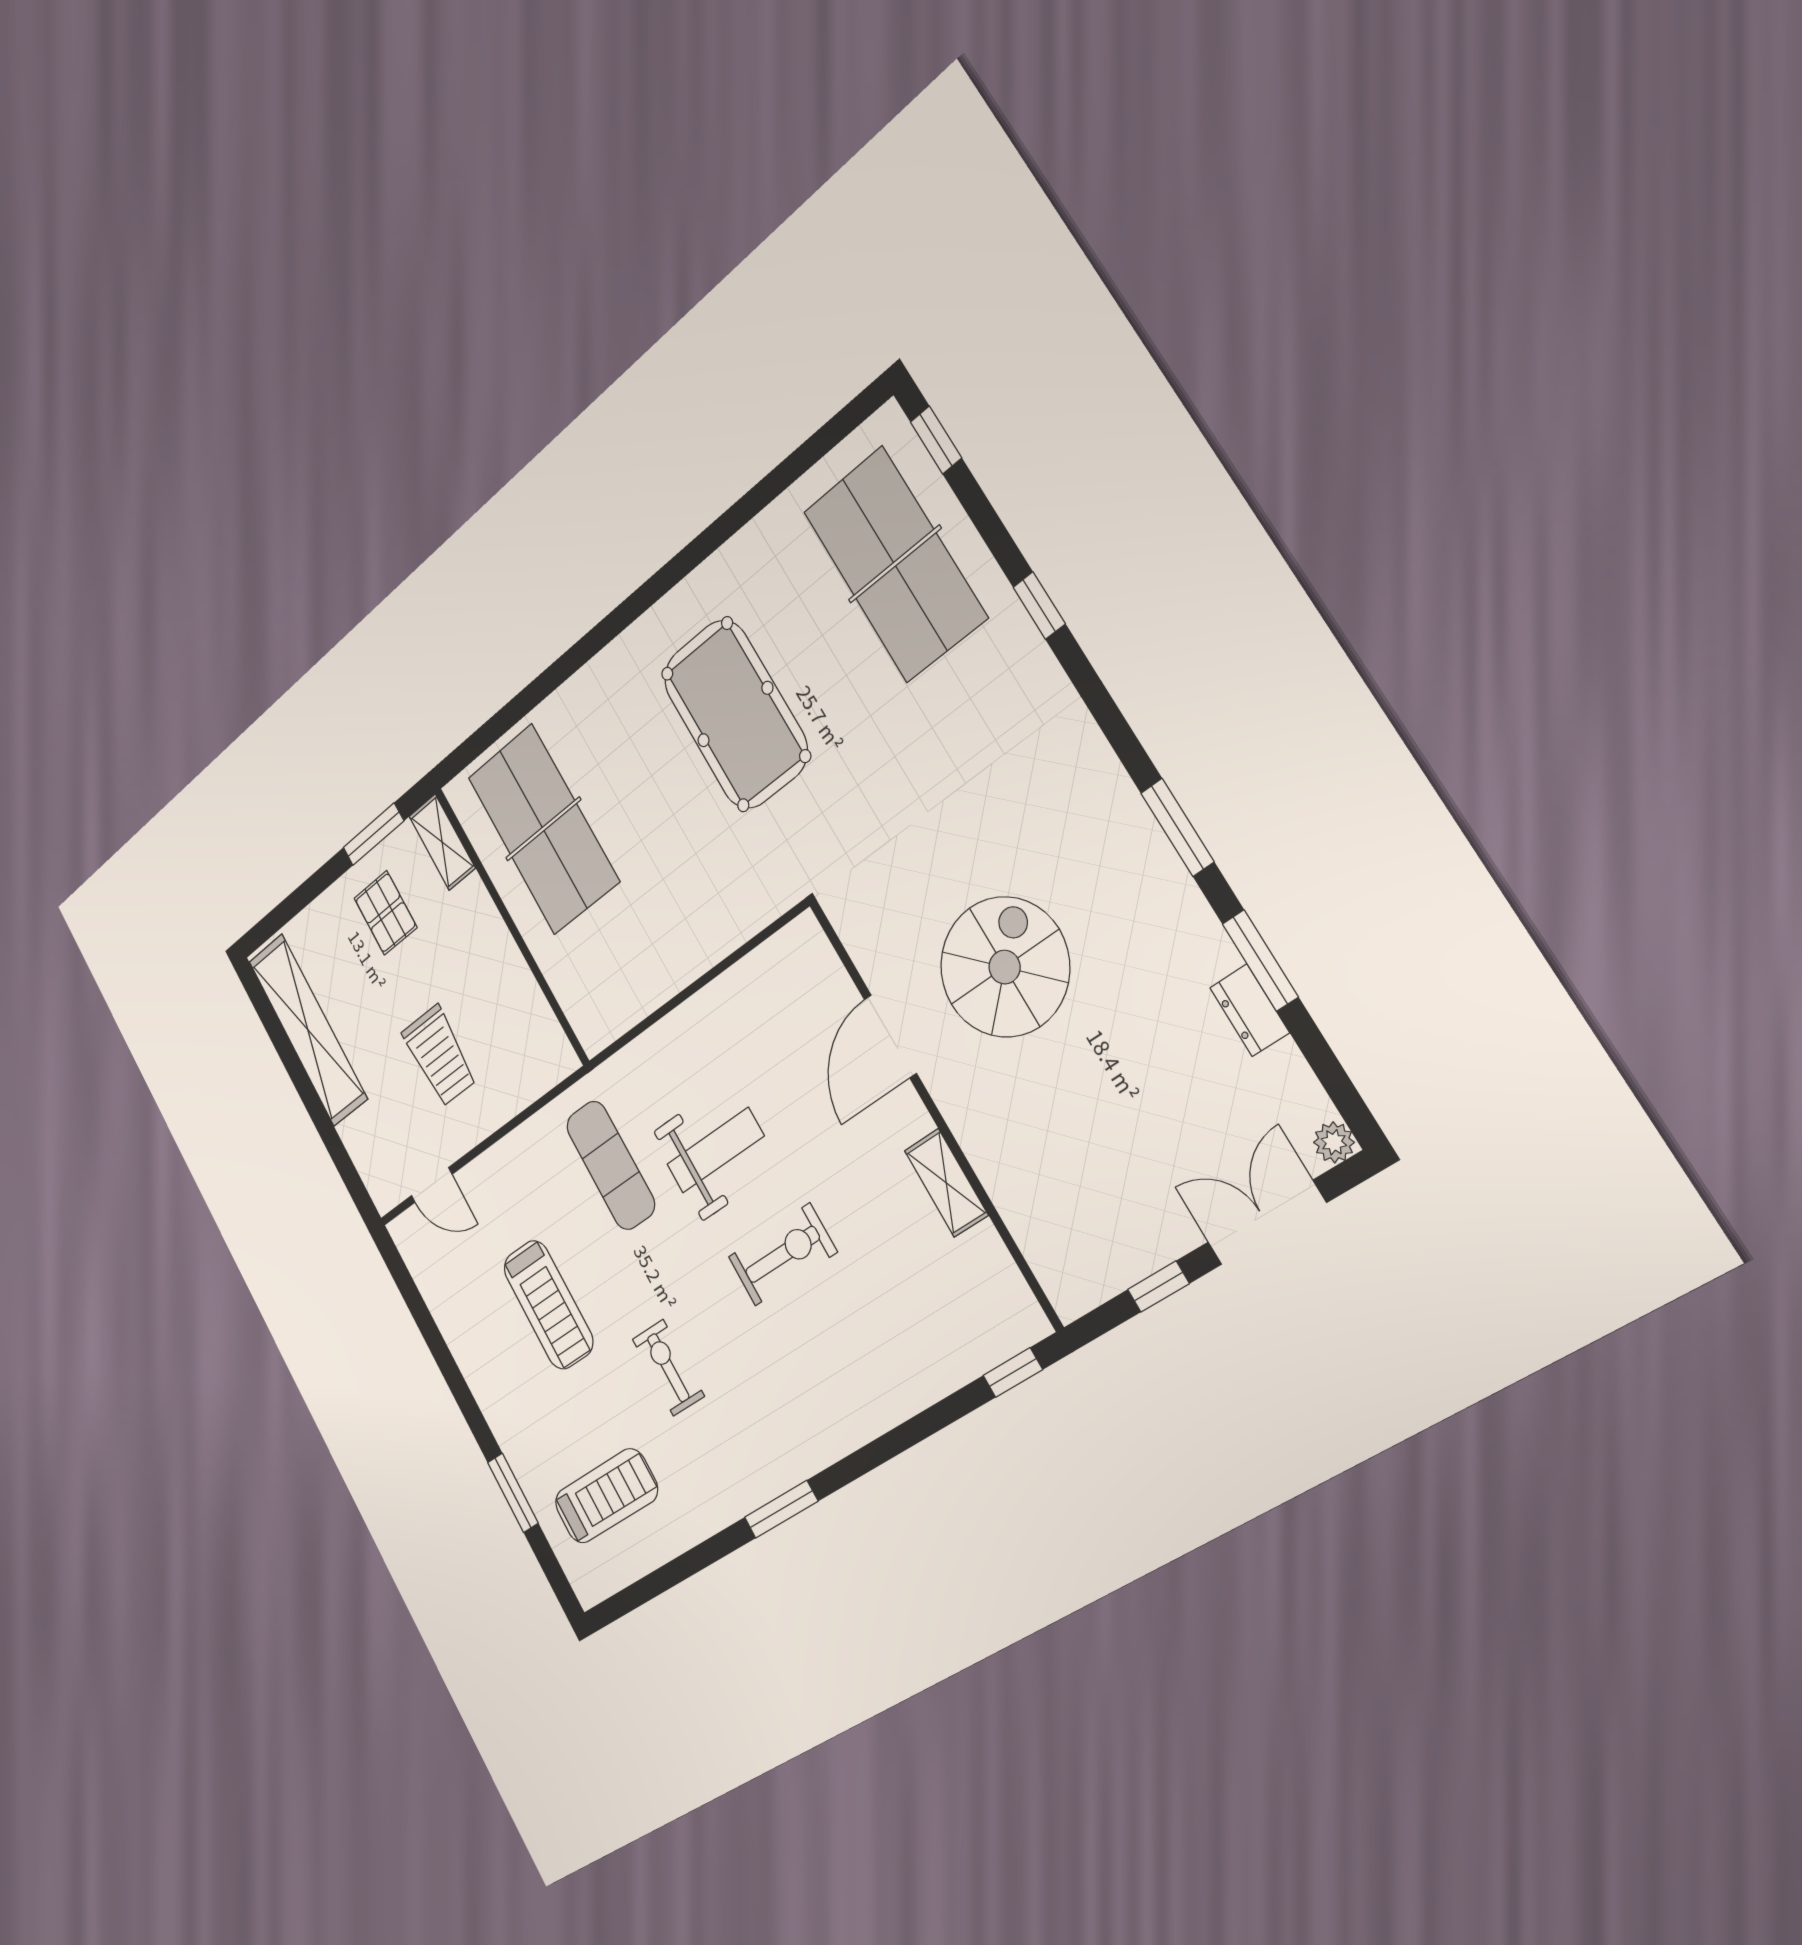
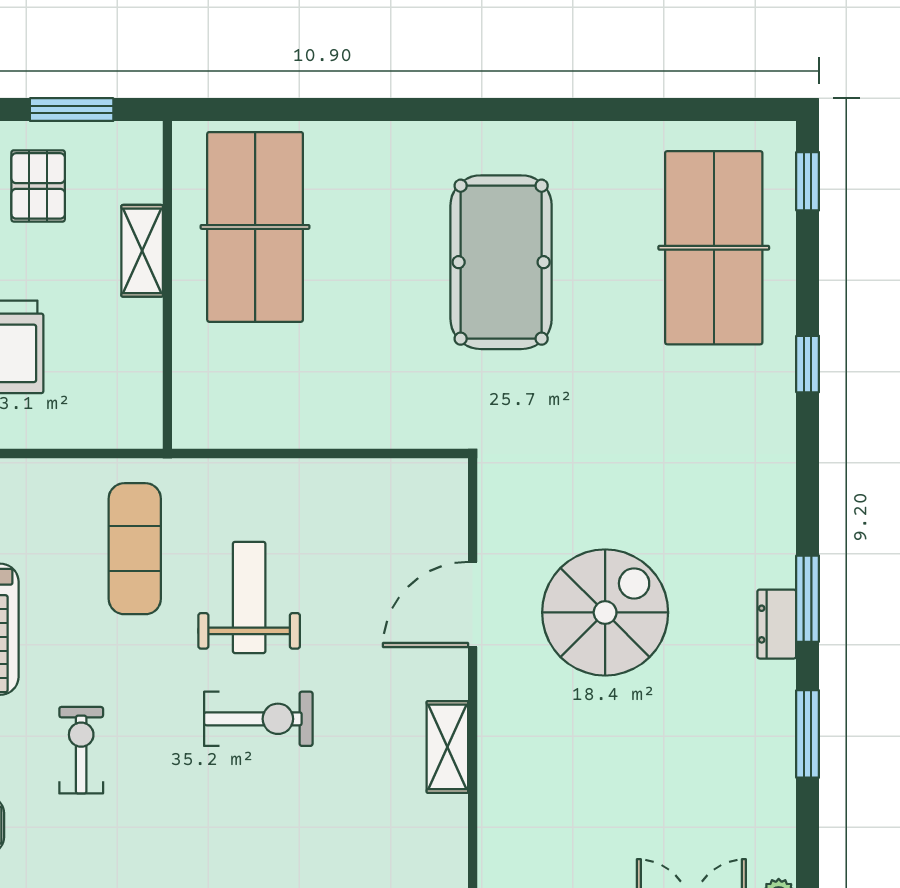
shelving: (442, 842) -> (142, 251), moved
dresser: (1250, 1010) -> (777, 624), moved
weight bench: (715, 1150) -> (249, 597), turned -90

